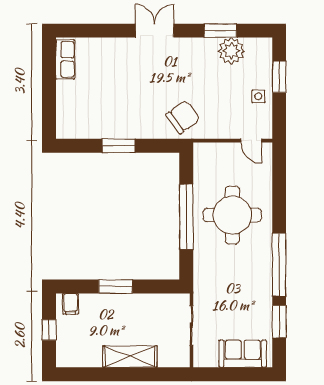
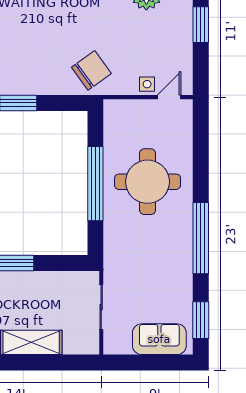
side table: (258, 96) -> (147, 84), moved
door: (251, 141) -> (169, 97), swing flipped
window: (279, 322) -> (201, 320), moved

